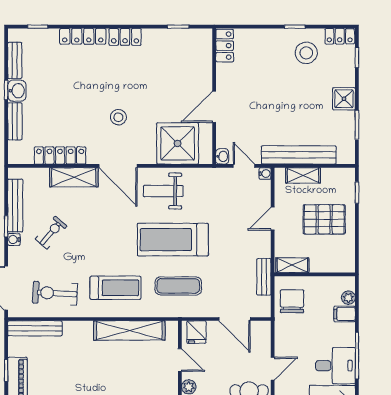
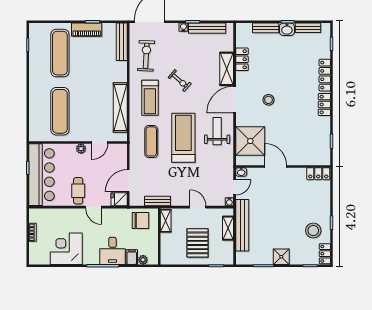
locker: (60, 155) -> (242, 59), width x0.66
exercise bike: (51, 233) -> (180, 81), moved
fridge: (196, 332) -> (119, 199), moved
desk: (335, 366) -> (112, 251), moved

